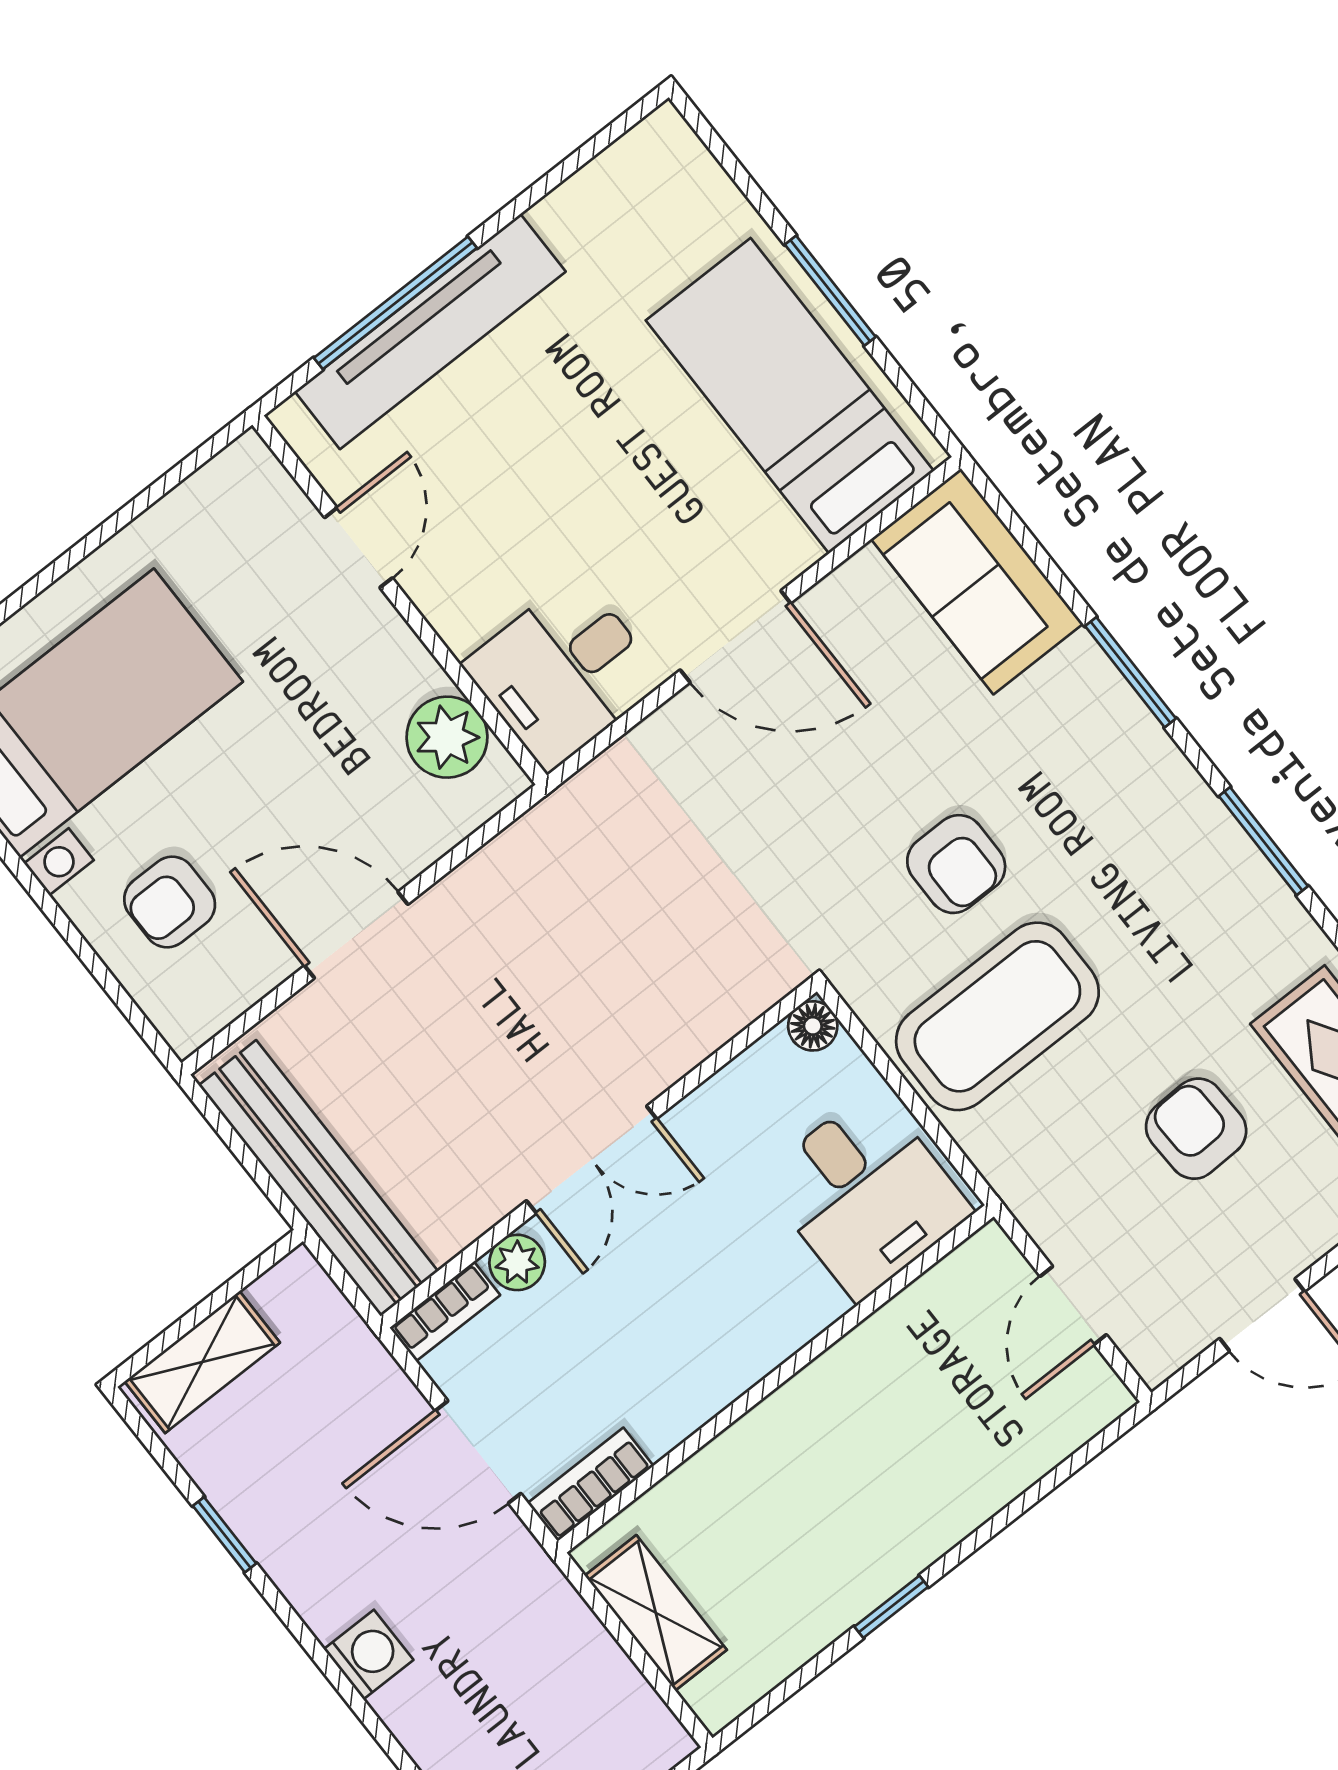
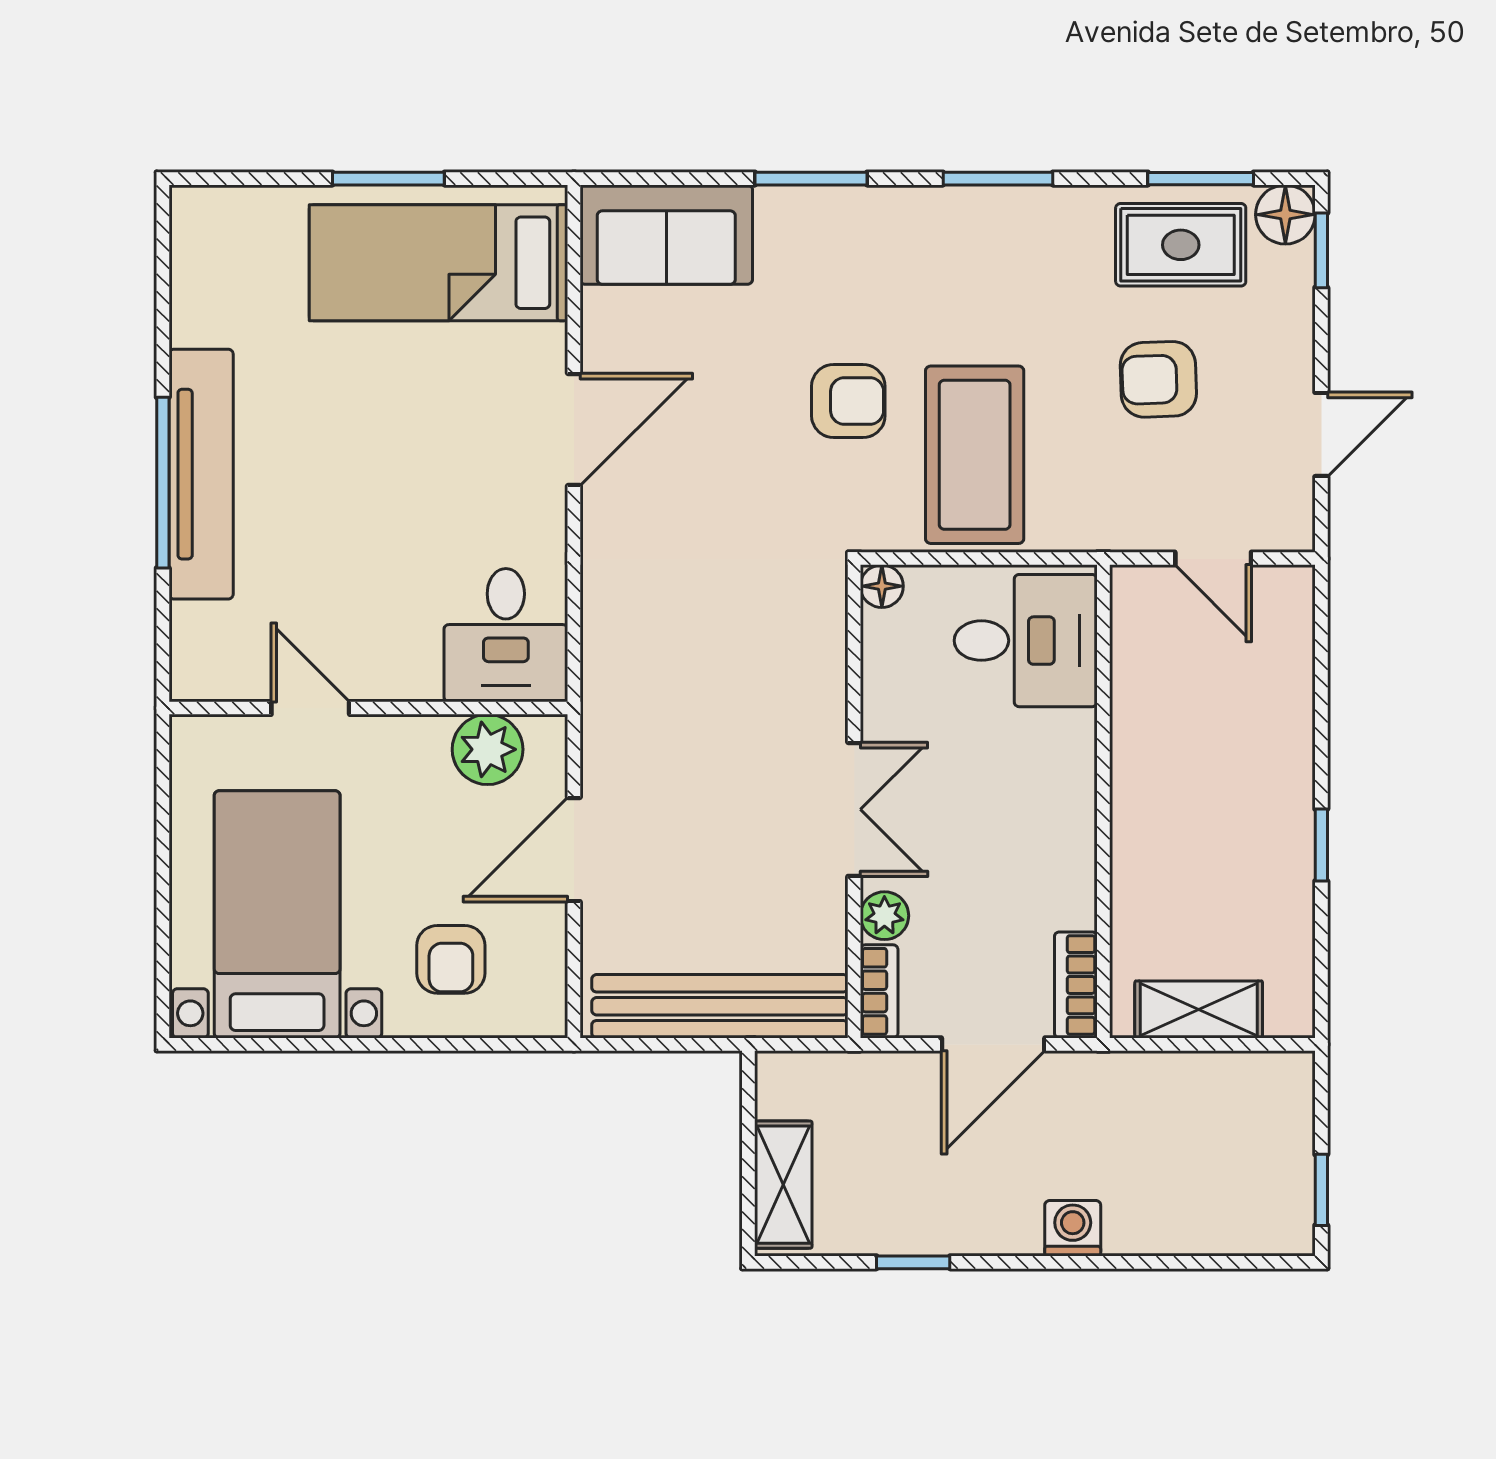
door: (358, 548) -> (310, 708), moved
wall: (400, 600) -> (368, 708), moved
desk: (563, 672) -> (506, 635), moved
plant: (447, 737) -> (488, 749), moved

